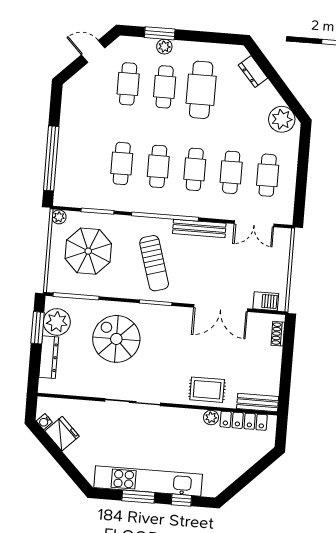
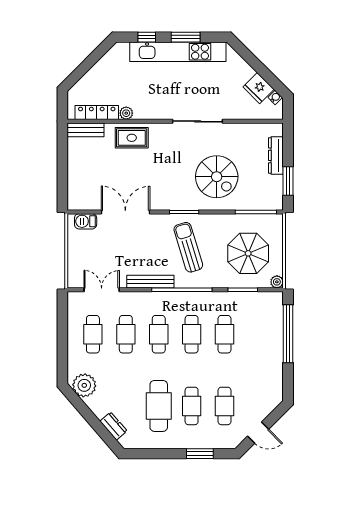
plant: (164, 47) -> (195, 442), removed
plant: (57, 322) -> (271, 188), removed
shoe rack: (278, 334) -> (72, 193), removed

